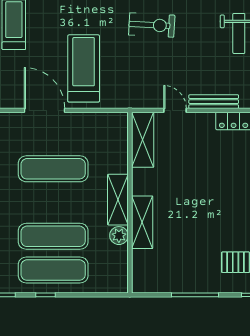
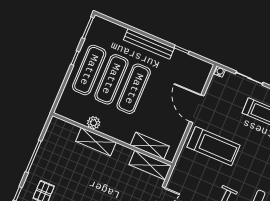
door: (44, 110) -> (197, 109), swing flipped
exercise mat: (53, 169) -> (134, 89), moved
shelving: (118, 200) -> (150, 146), moved

